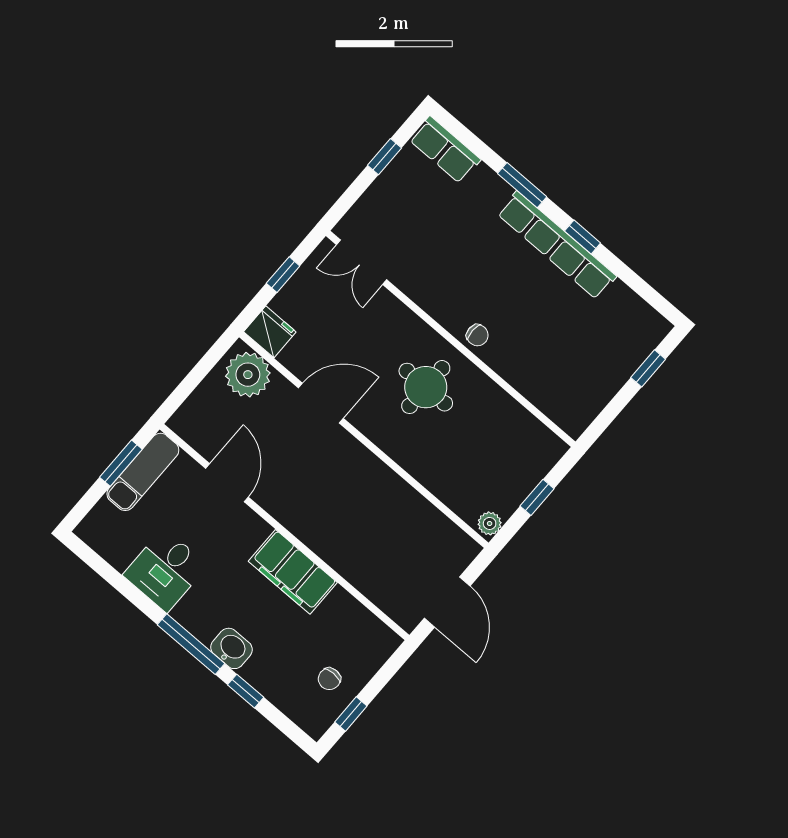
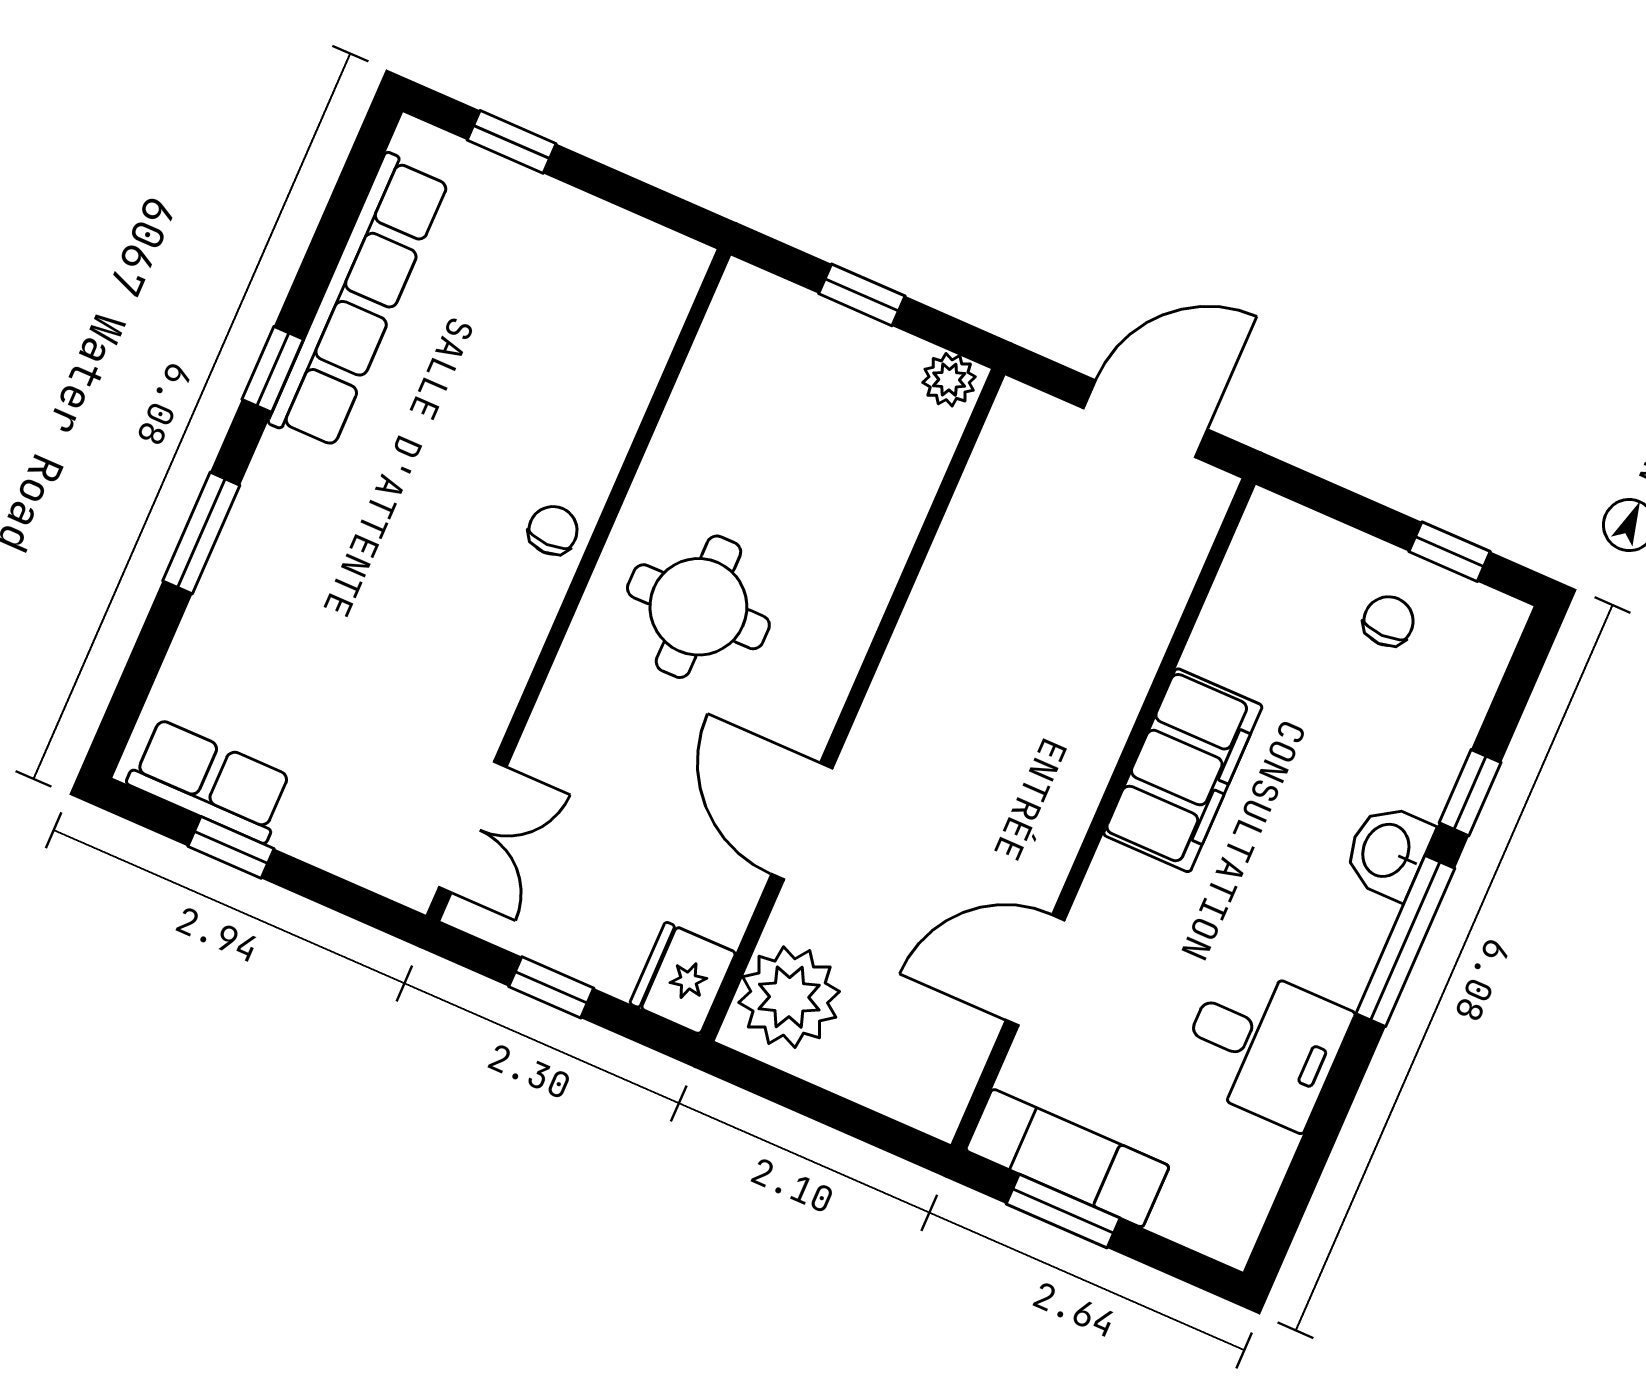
row of seats: (445, 150) -> (210, 781), moved, turned -90
row of seats: (557, 245) -> (359, 301), moved
chair: (329, 679) -> (1388, 621), turned -90

